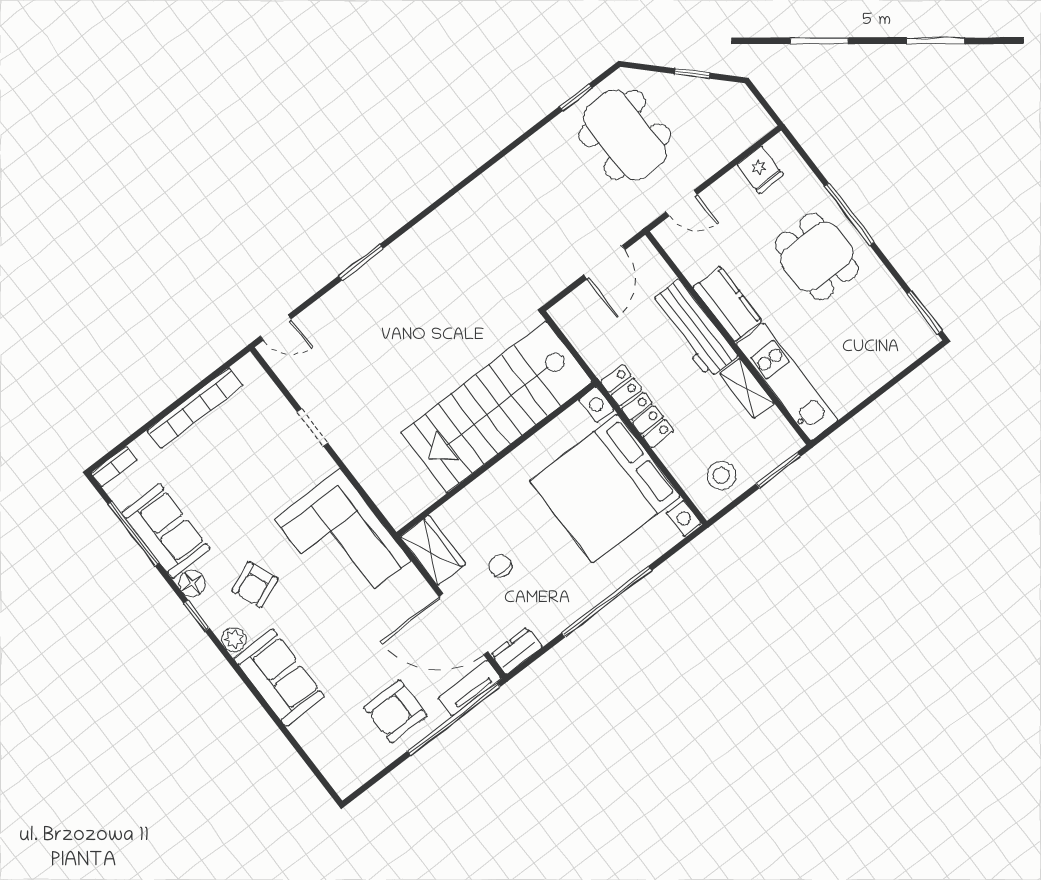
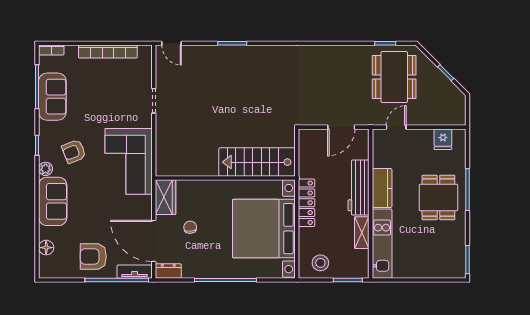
door: (681, 203) -> (396, 127), swing flipped
stairs: (496, 407) -> (257, 162), width x0.73, depth x0.66
floor lamp: (192, 583) -> (46, 248), moved

